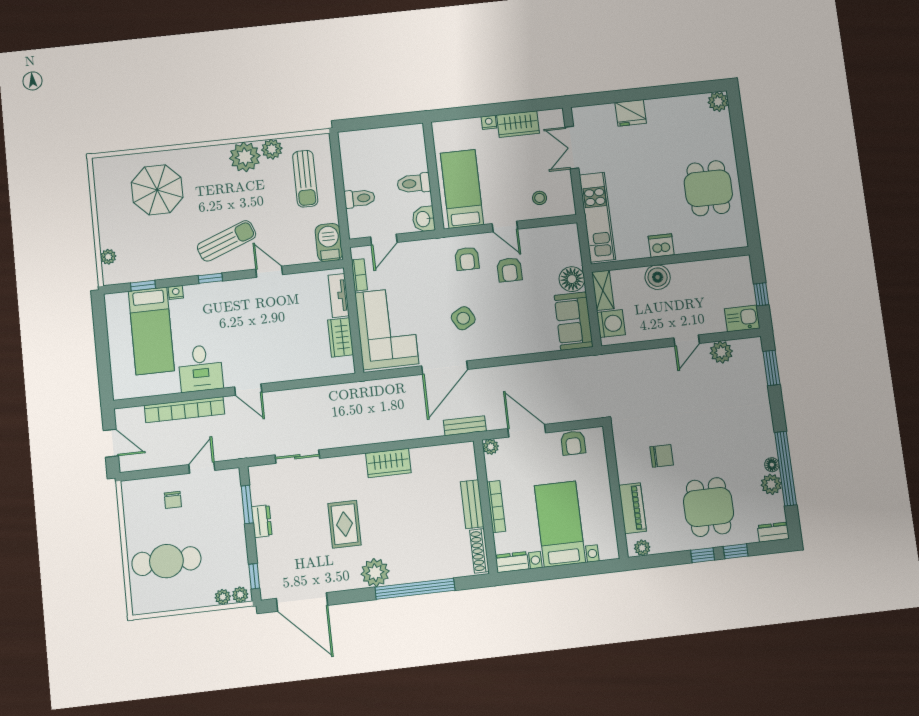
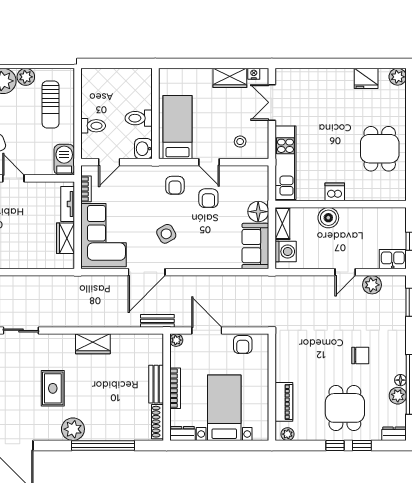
fridge: (631, 113) -> (366, 78), moved
nightstand: (489, 122) -> (254, 74), moved
chair: (662, 456) -> (360, 355), moved

